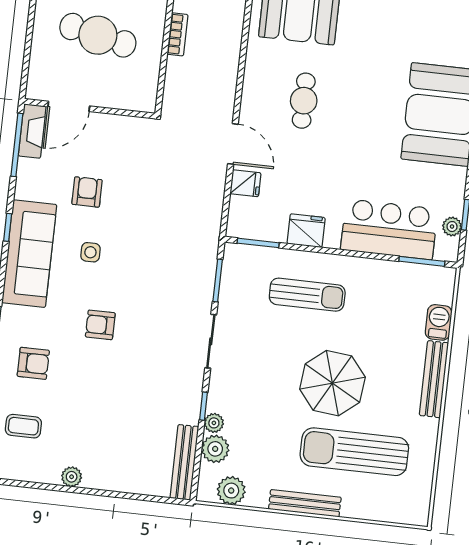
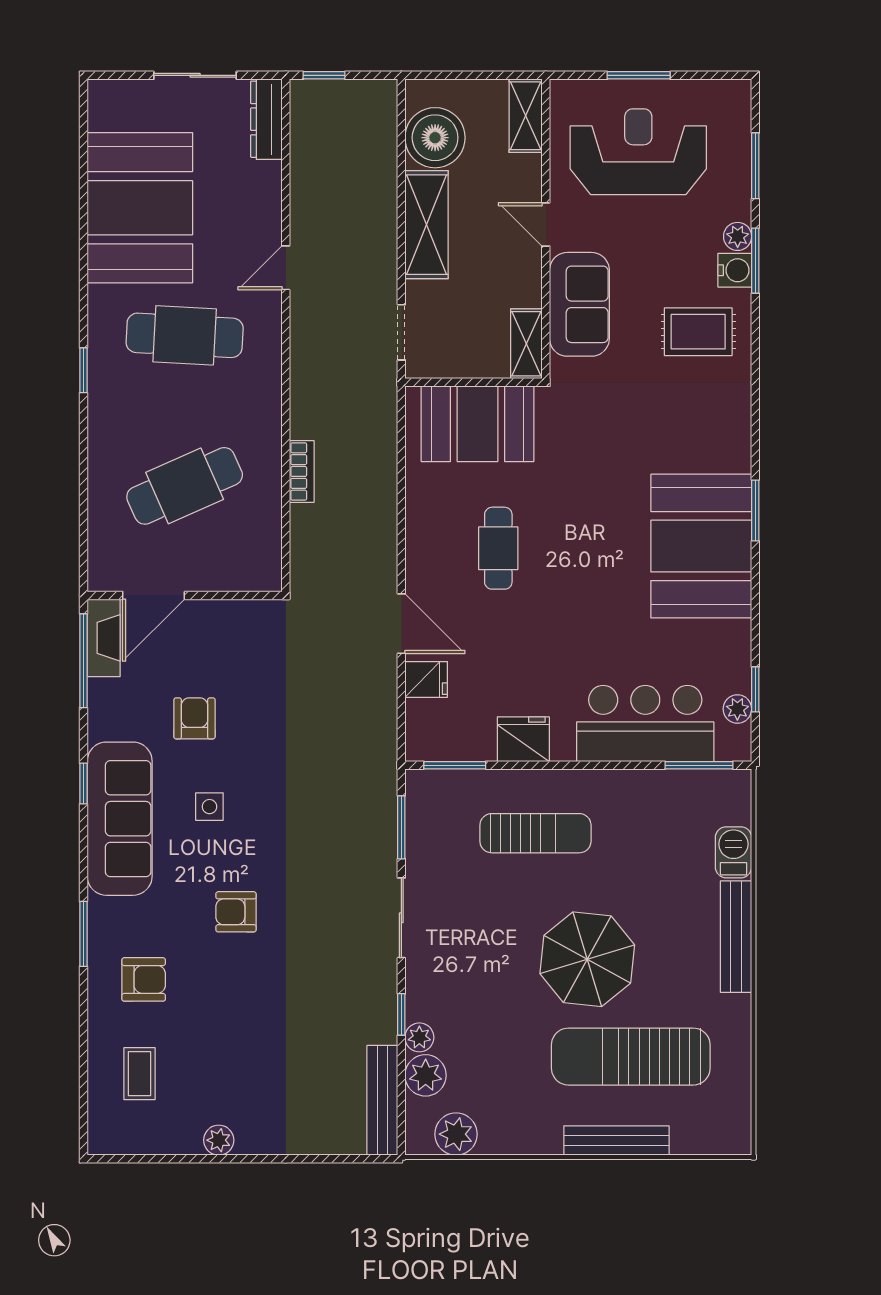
cafe table: (98, 35) -> (185, 486), turned -36
coffee table: (23, 426) -> (139, 1074), turned 90
bench: (305, 503) -> (616, 1141), moved

